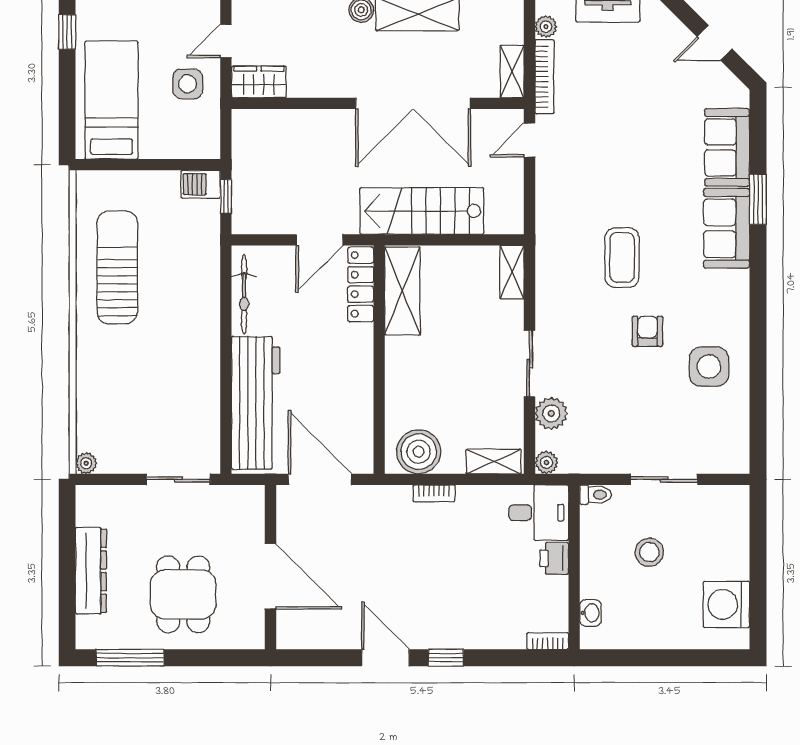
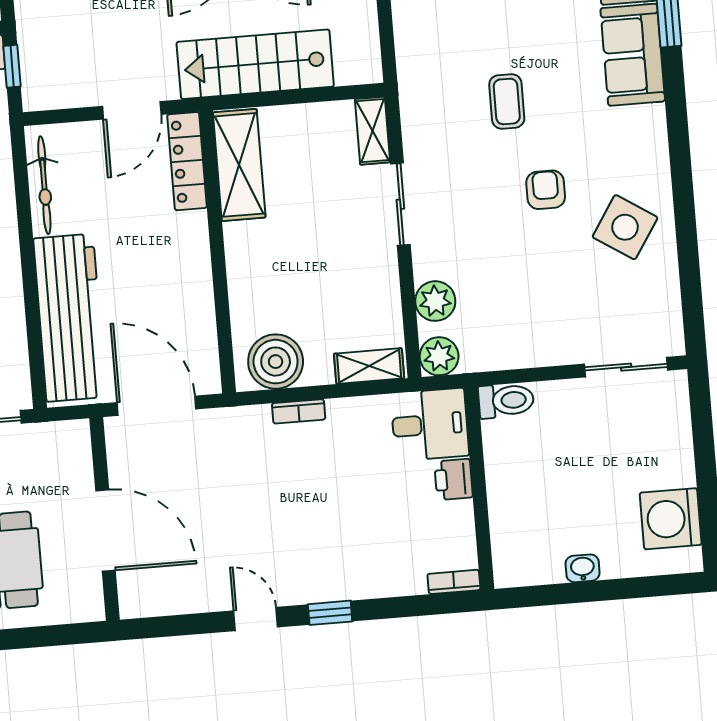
coffee table: (622, 258) -> (507, 101), width x0.73, depth x0.77
sliding door: (530, 364) -> (400, 204), moved
side table: (709, 367) -> (625, 227), turned 33
plant: (546, 462) -> (439, 356), width x1.38, depth x1.38
sliding door: (664, 479) -> (626, 367), moved
toilet: (596, 495) -> (506, 401), width x1.37, depth x1.39
stool: (649, 552) -> (570, 462), removed
washbasin: (590, 613) -> (583, 568), moved, turned -90
door: (385, 658) -> (256, 619), width x0.73

